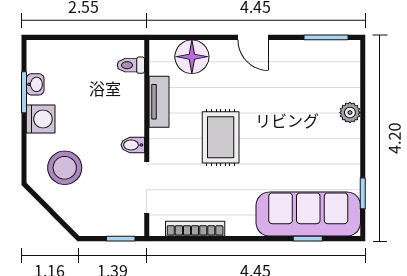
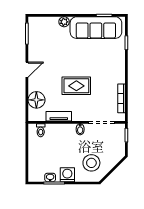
sofa: (308, 214) -> (96, 28), moved, turned -90

